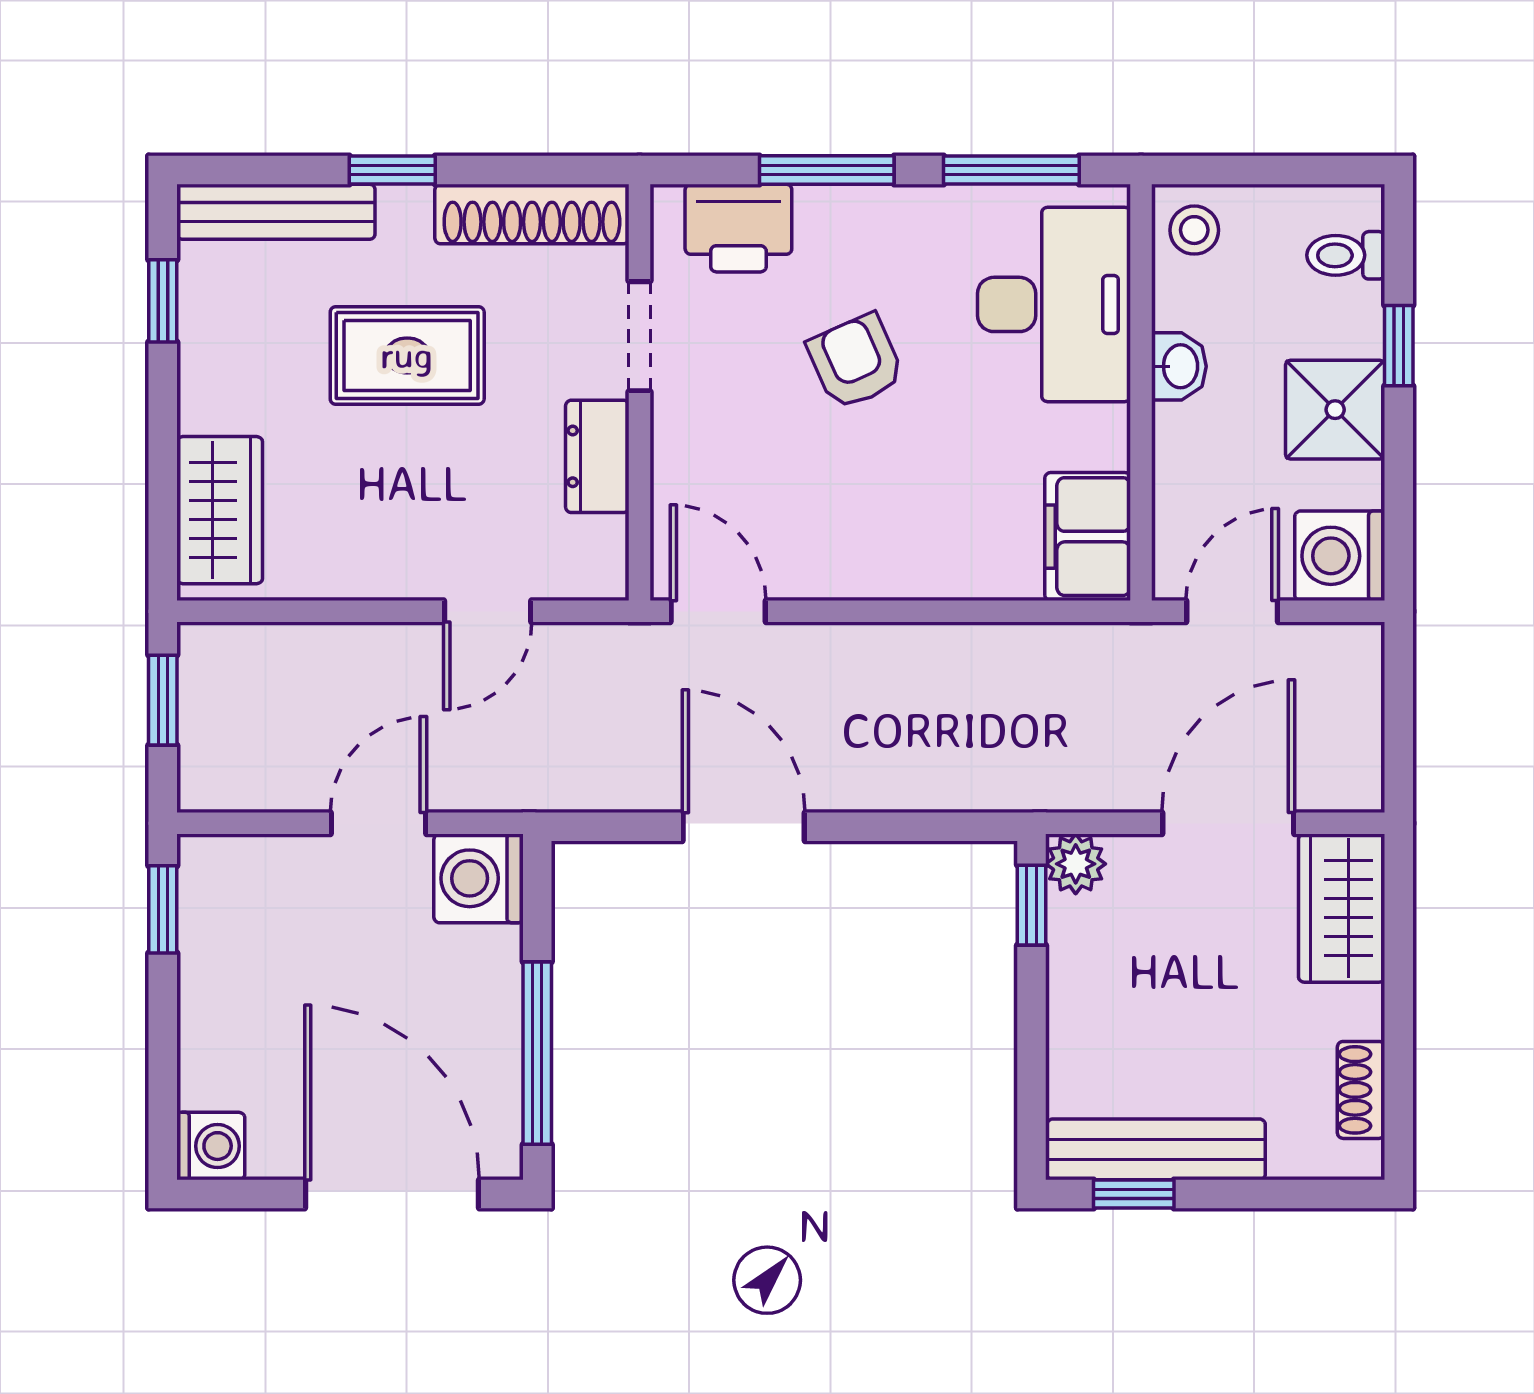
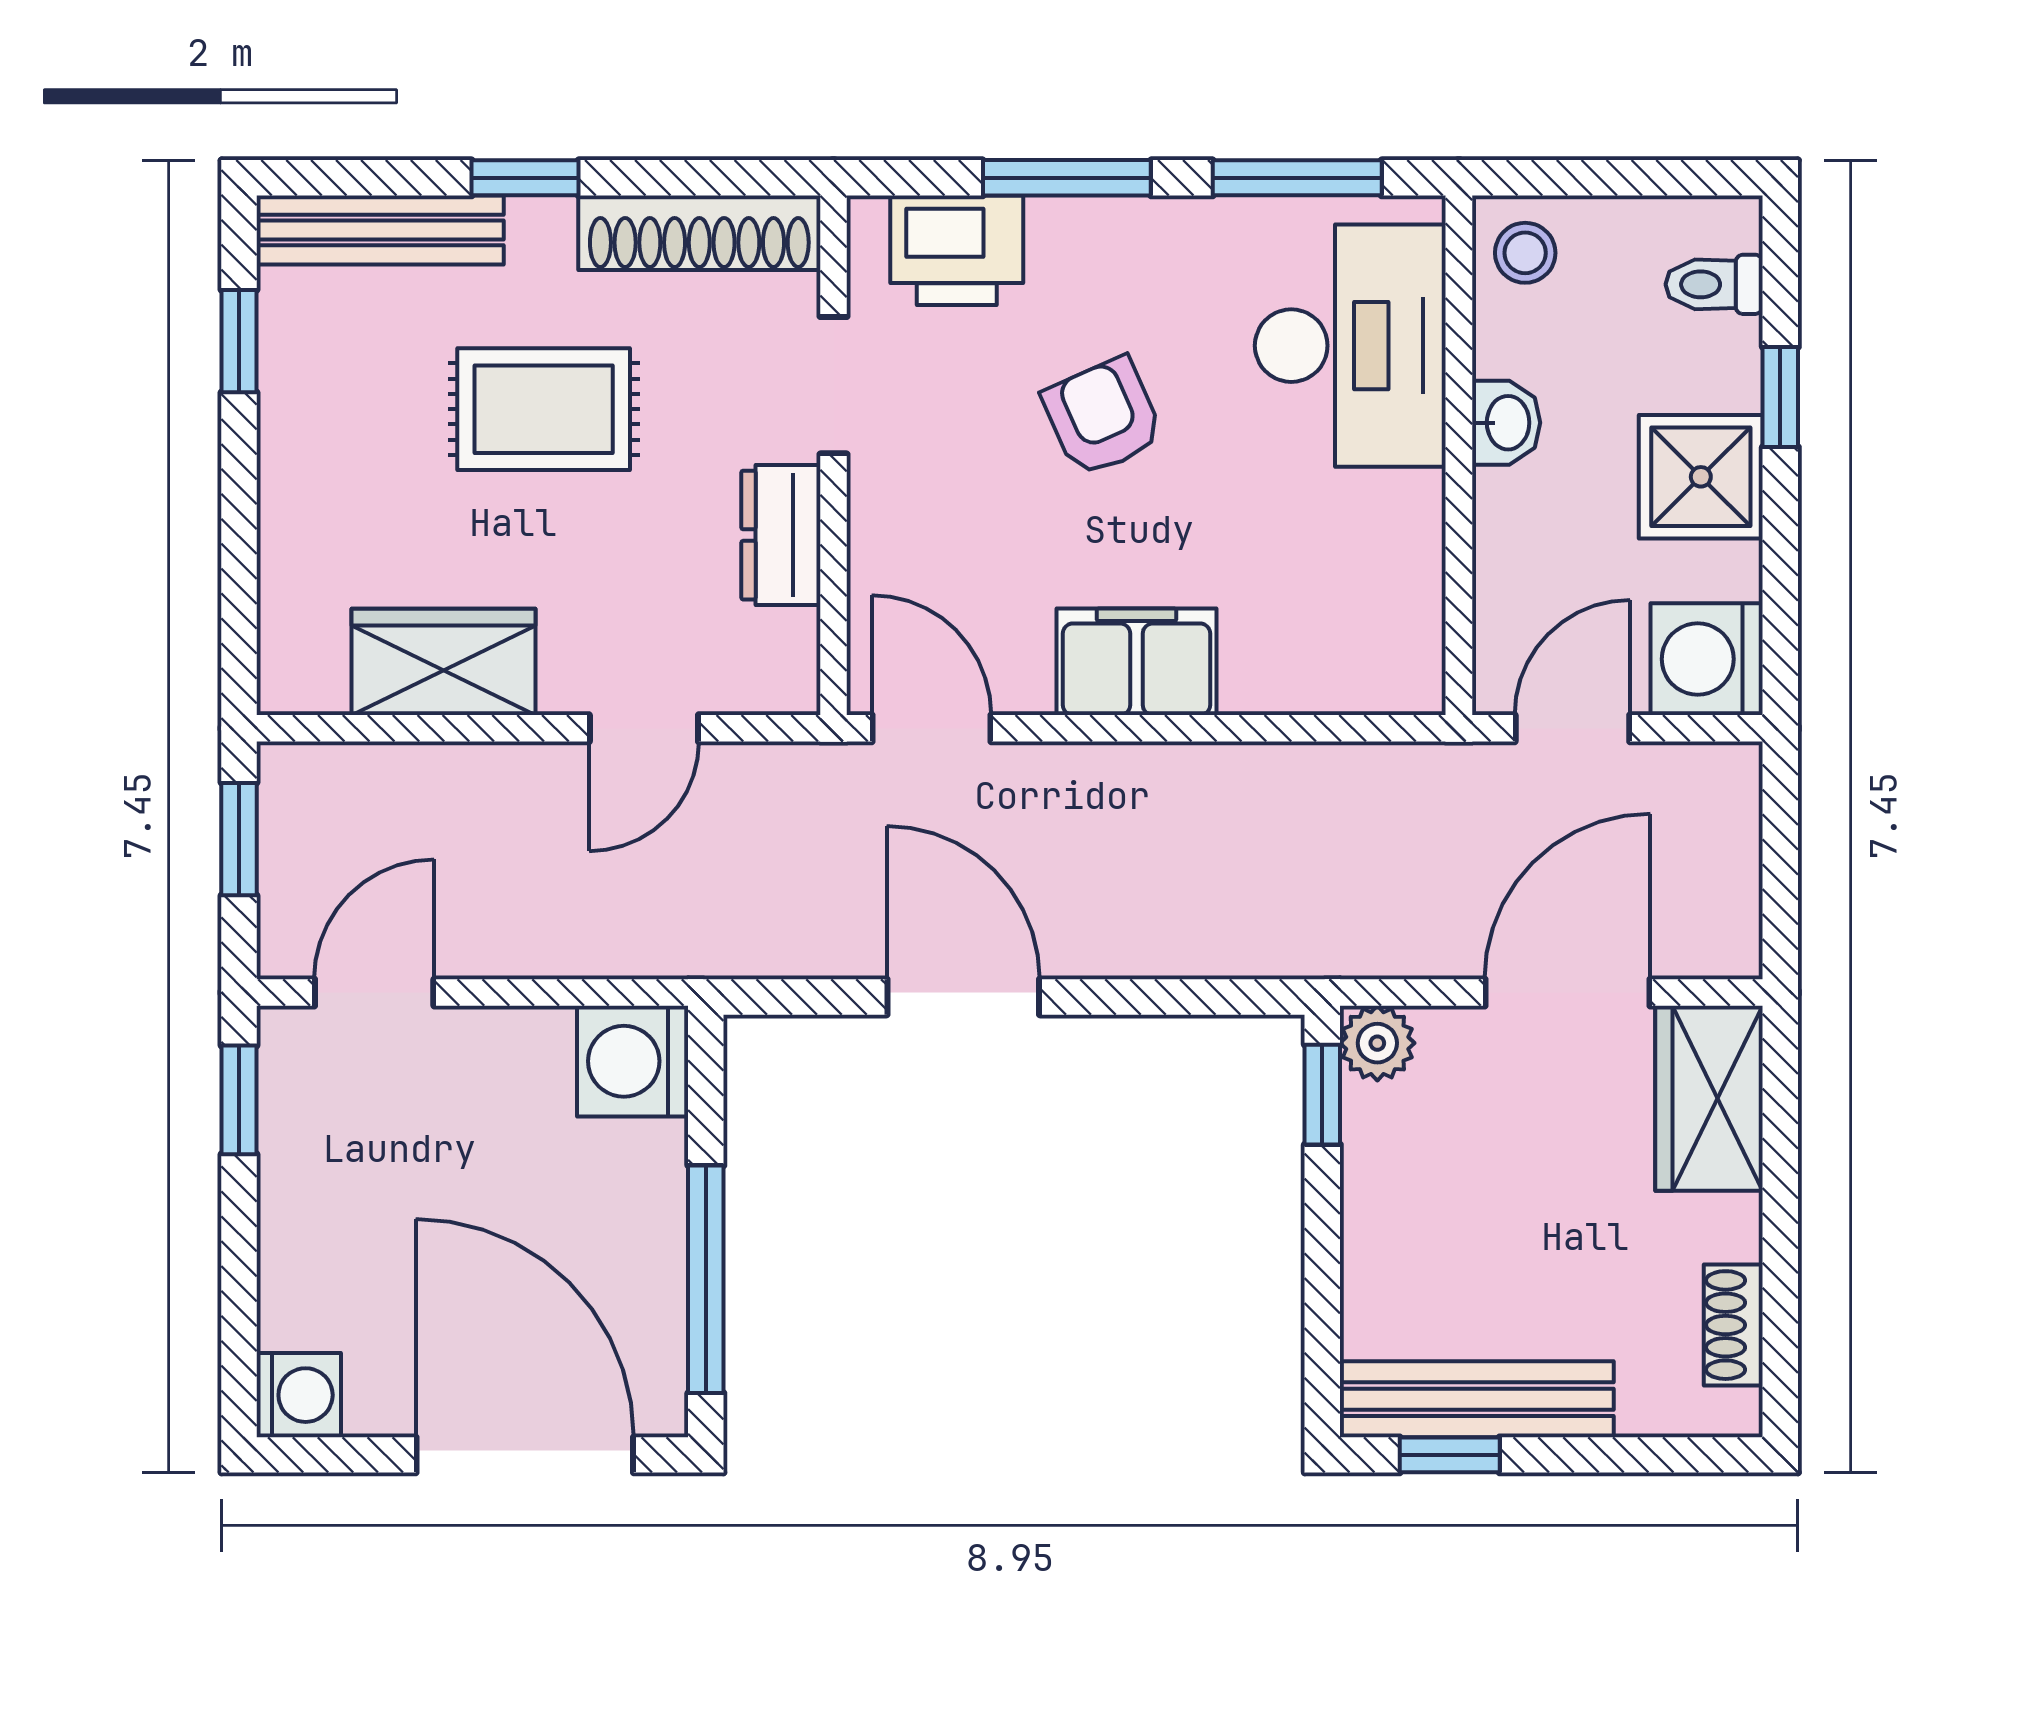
wardrobe: (220, 510) -> (444, 662), moved, turned -90
filing cabinet: (1088, 537) -> (1136, 662), moved, turned 90
door: (378, 823) -> (374, 992), moved

